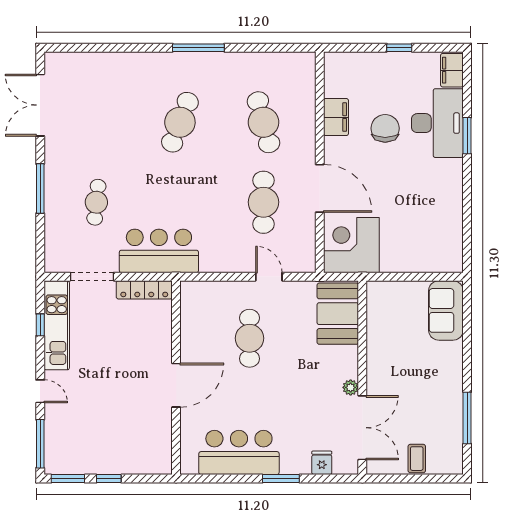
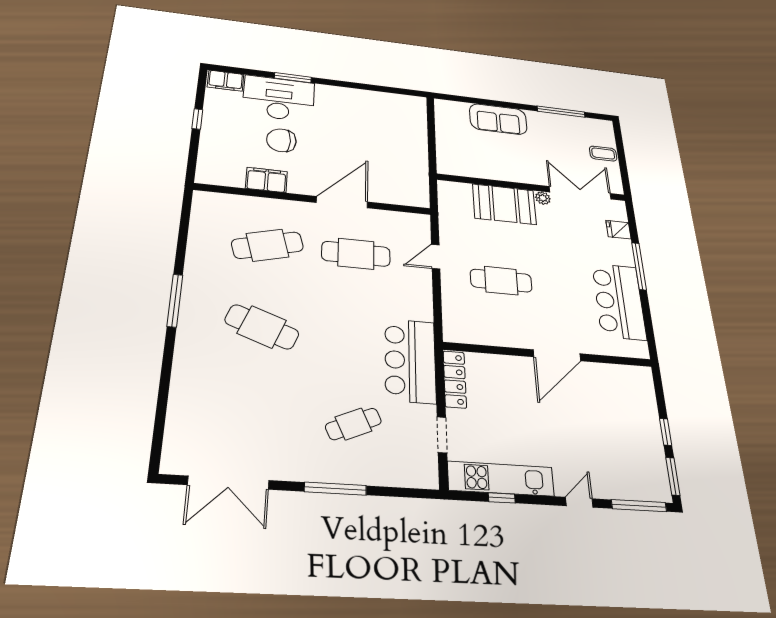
cafe table: (96, 202) -> (353, 424), turned -30
corner desk: (351, 245) -> (401, 182), removed
doorway: (92, 277) -> (442, 435), width x0.73
sofa: (446, 310) -> (498, 119), moved
booth: (338, 314) -> (504, 204), moved
door: (176, 385) -> (557, 355), swing flipped
window: (281, 479) -> (639, 266), width x1.44

